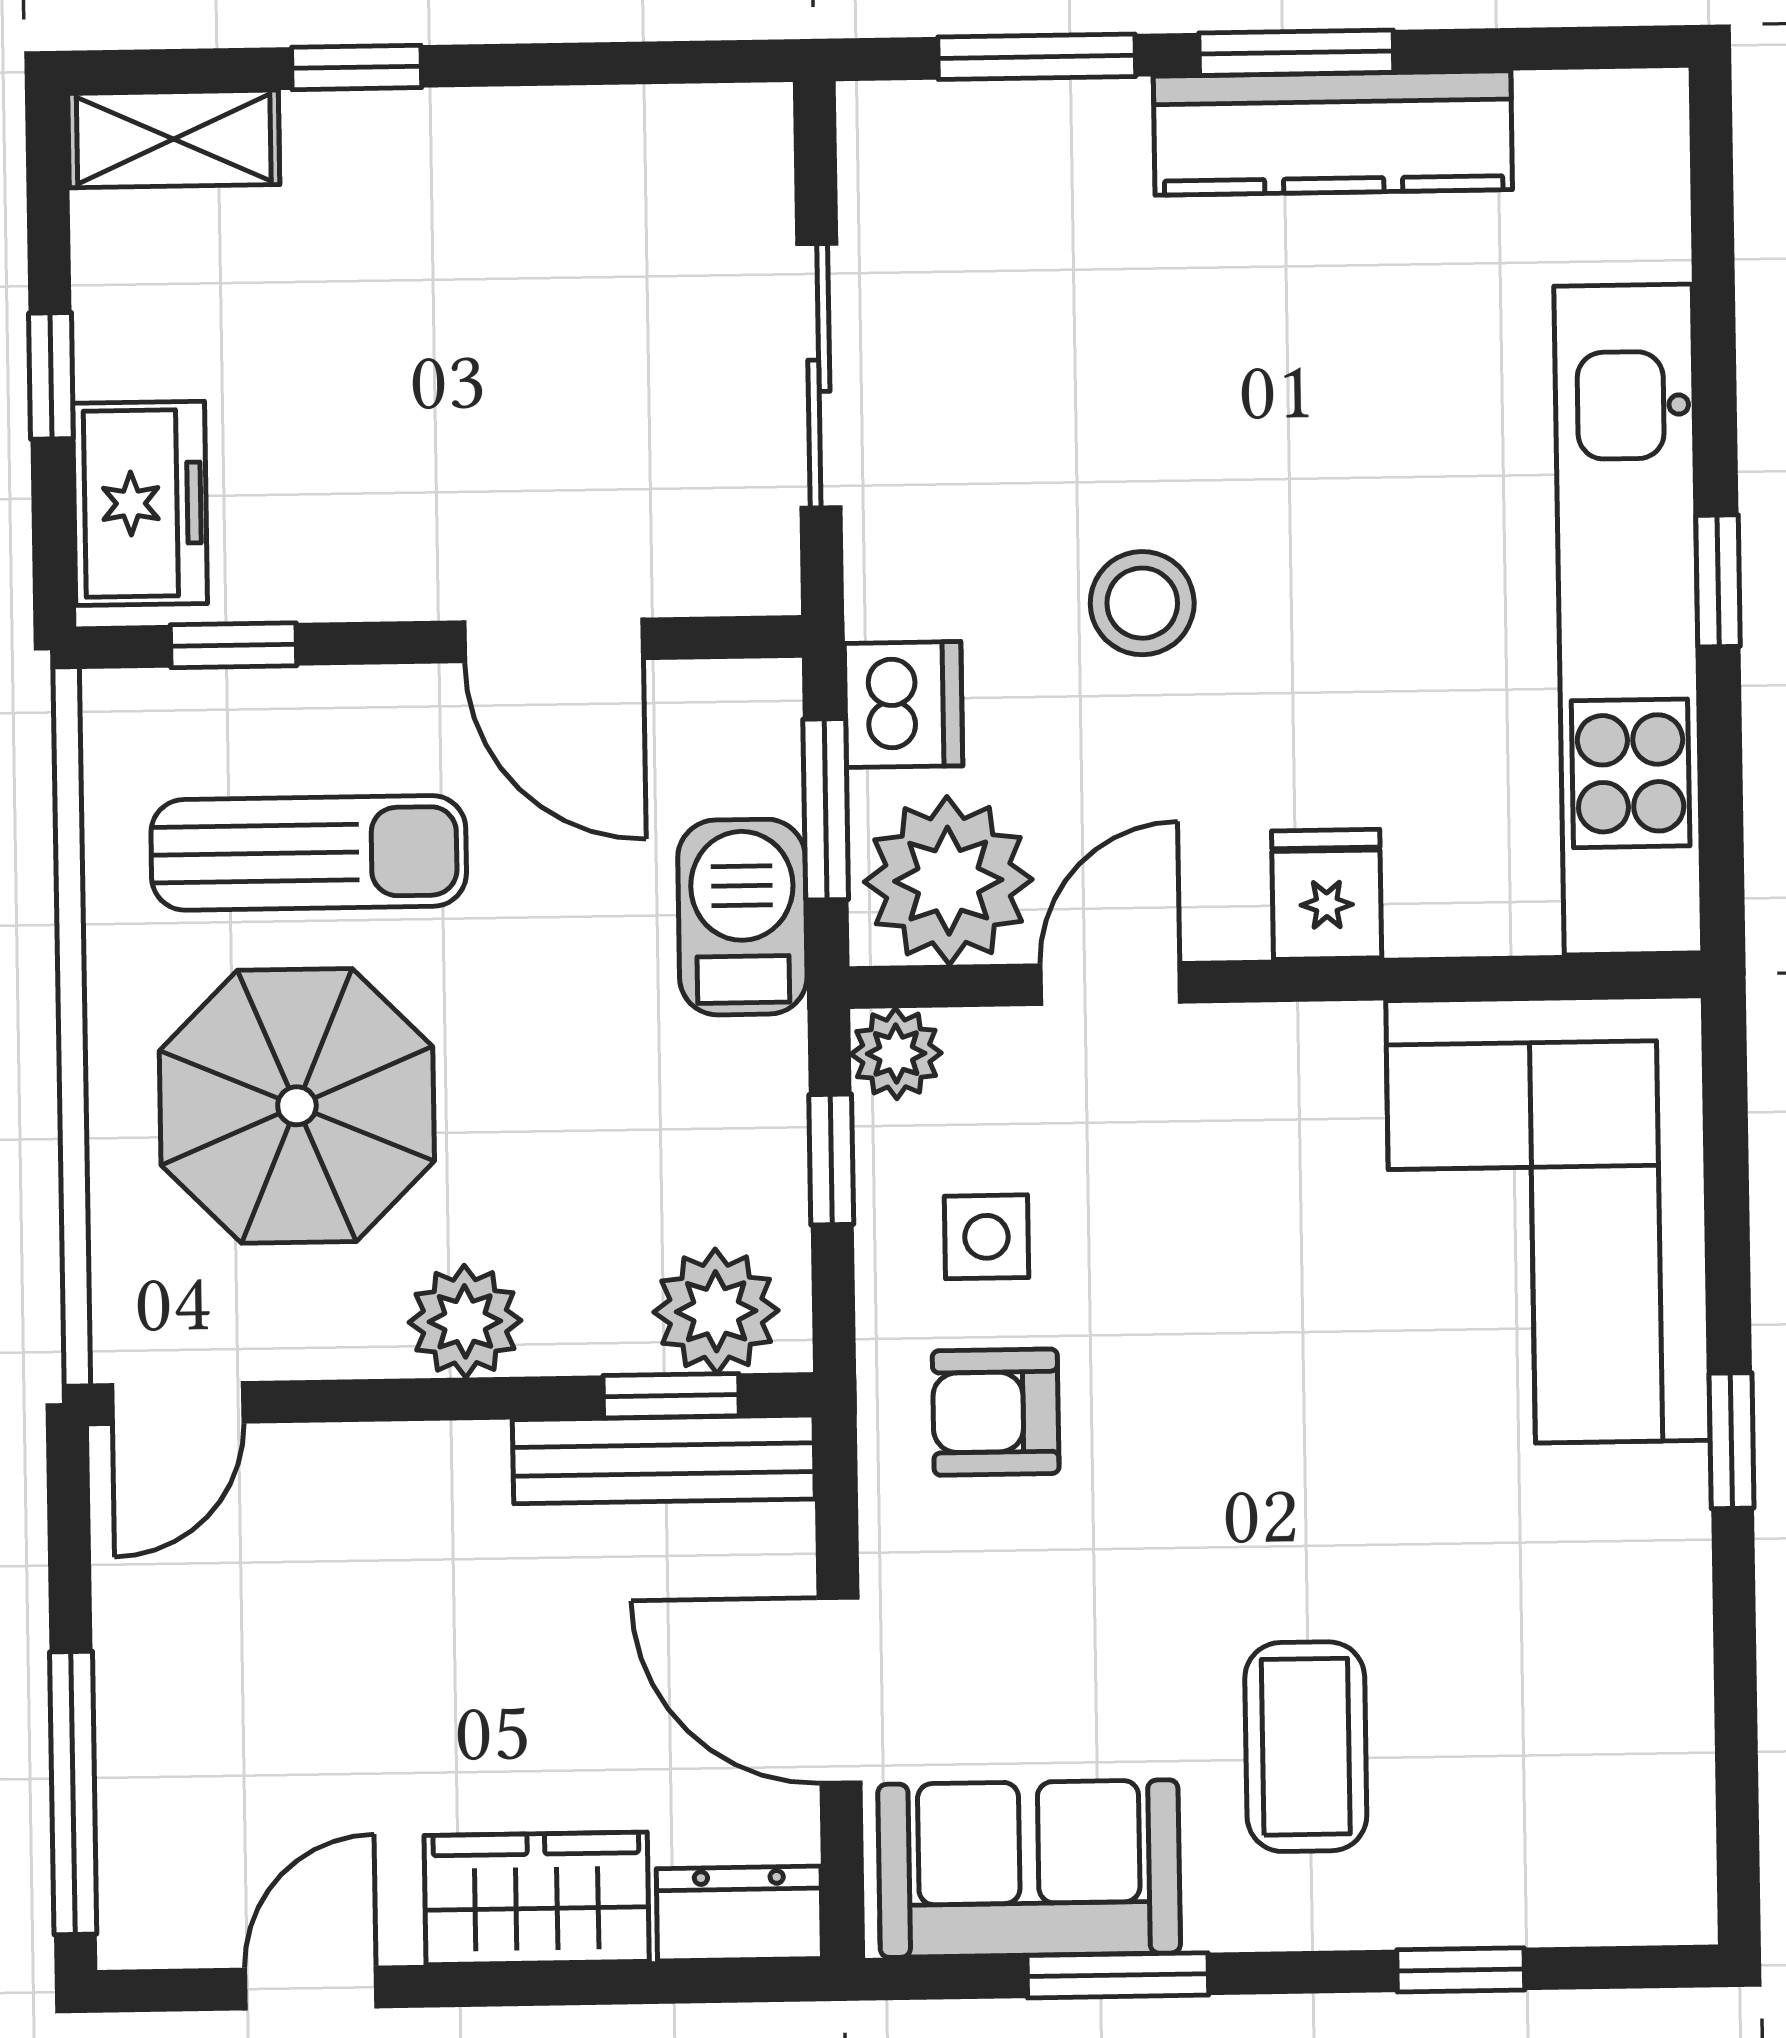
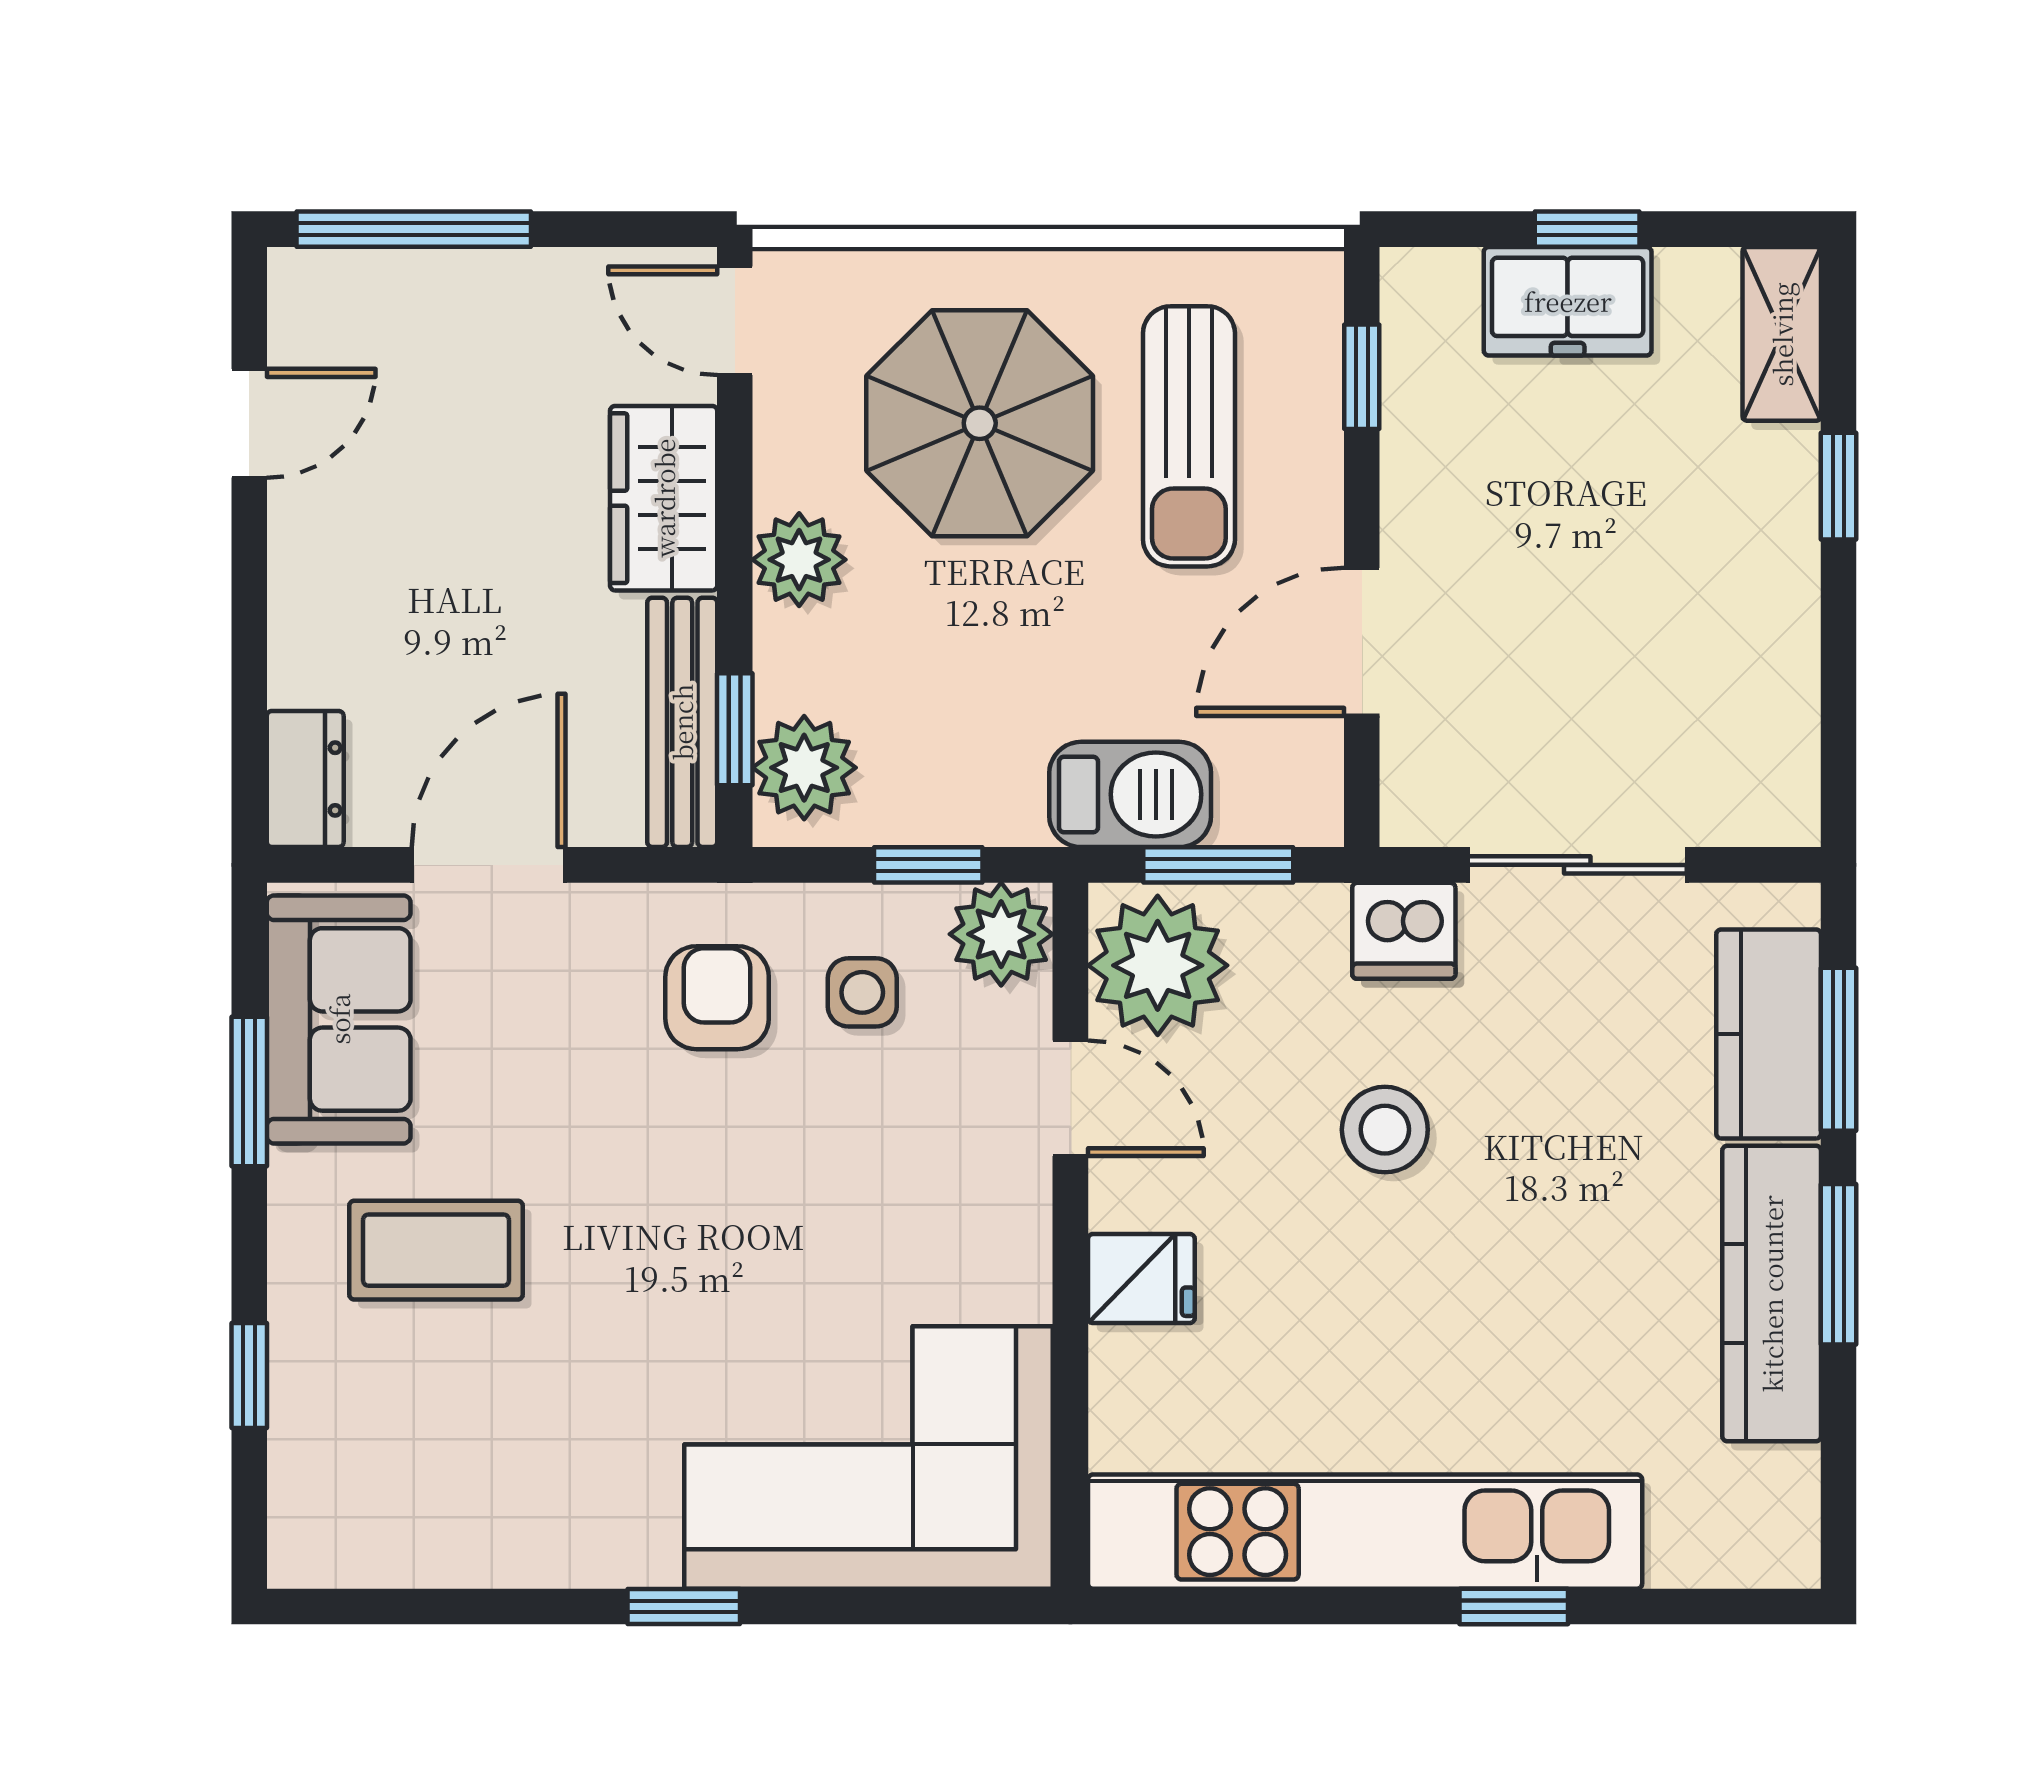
kitchen counter: (1019, 142) -> (1769, 1034), added
freezer: (140, 503) -> (1568, 301), moved
window: (1718, 581) -> (1514, 1607), moved
dishwasher: (904, 705) -> (1404, 931), moved
plant: (896, 1053) -> (1001, 934), width x1.38, depth x1.38
wardrobe: (537, 1898) -> (664, 498), moved, turned 180
door: (311, 1988) -> (249, 423), hinge flipped

